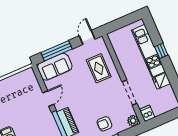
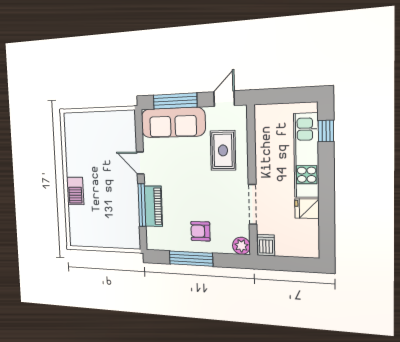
window: (161, 51) -> (326, 131), moved
sofa: (55, 67) -> (173, 122), width x1.36
door: (48, 99) -> (140, 163), swing flipped

